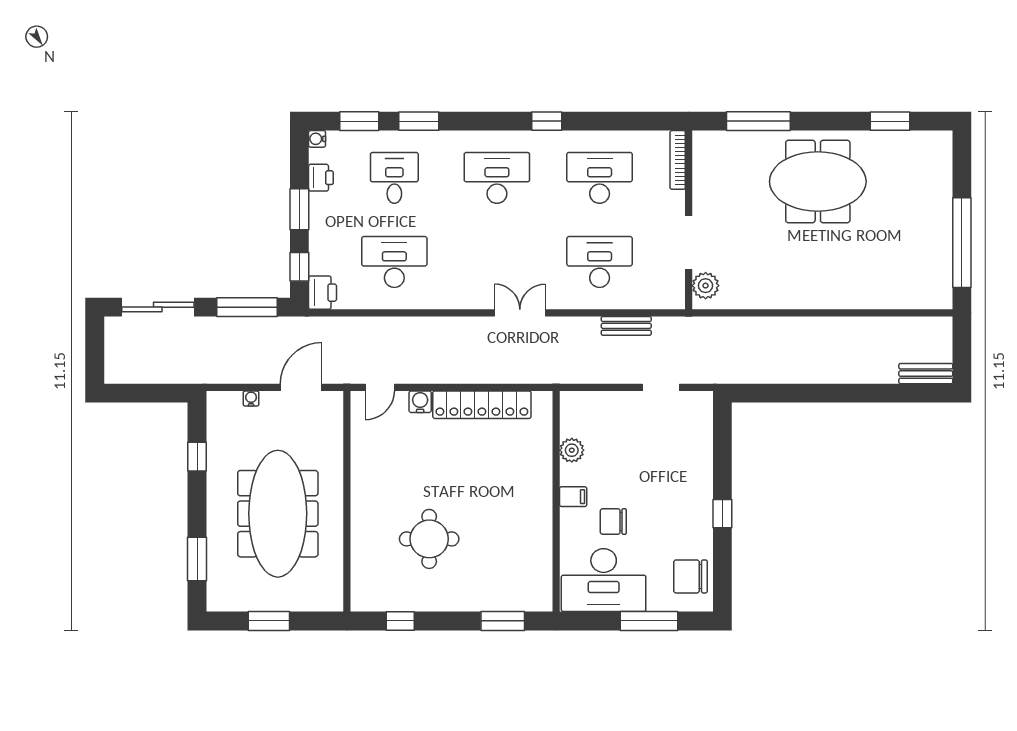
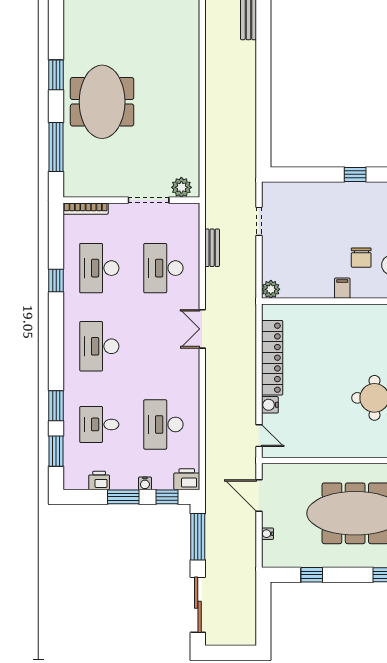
window: (547, 121) -> (56, 280), moved
window: (890, 121) -> (56, 75), moved
water cooler: (317, 139) -> (145, 483), moved
plant: (572, 450) -> (271, 289), moved

